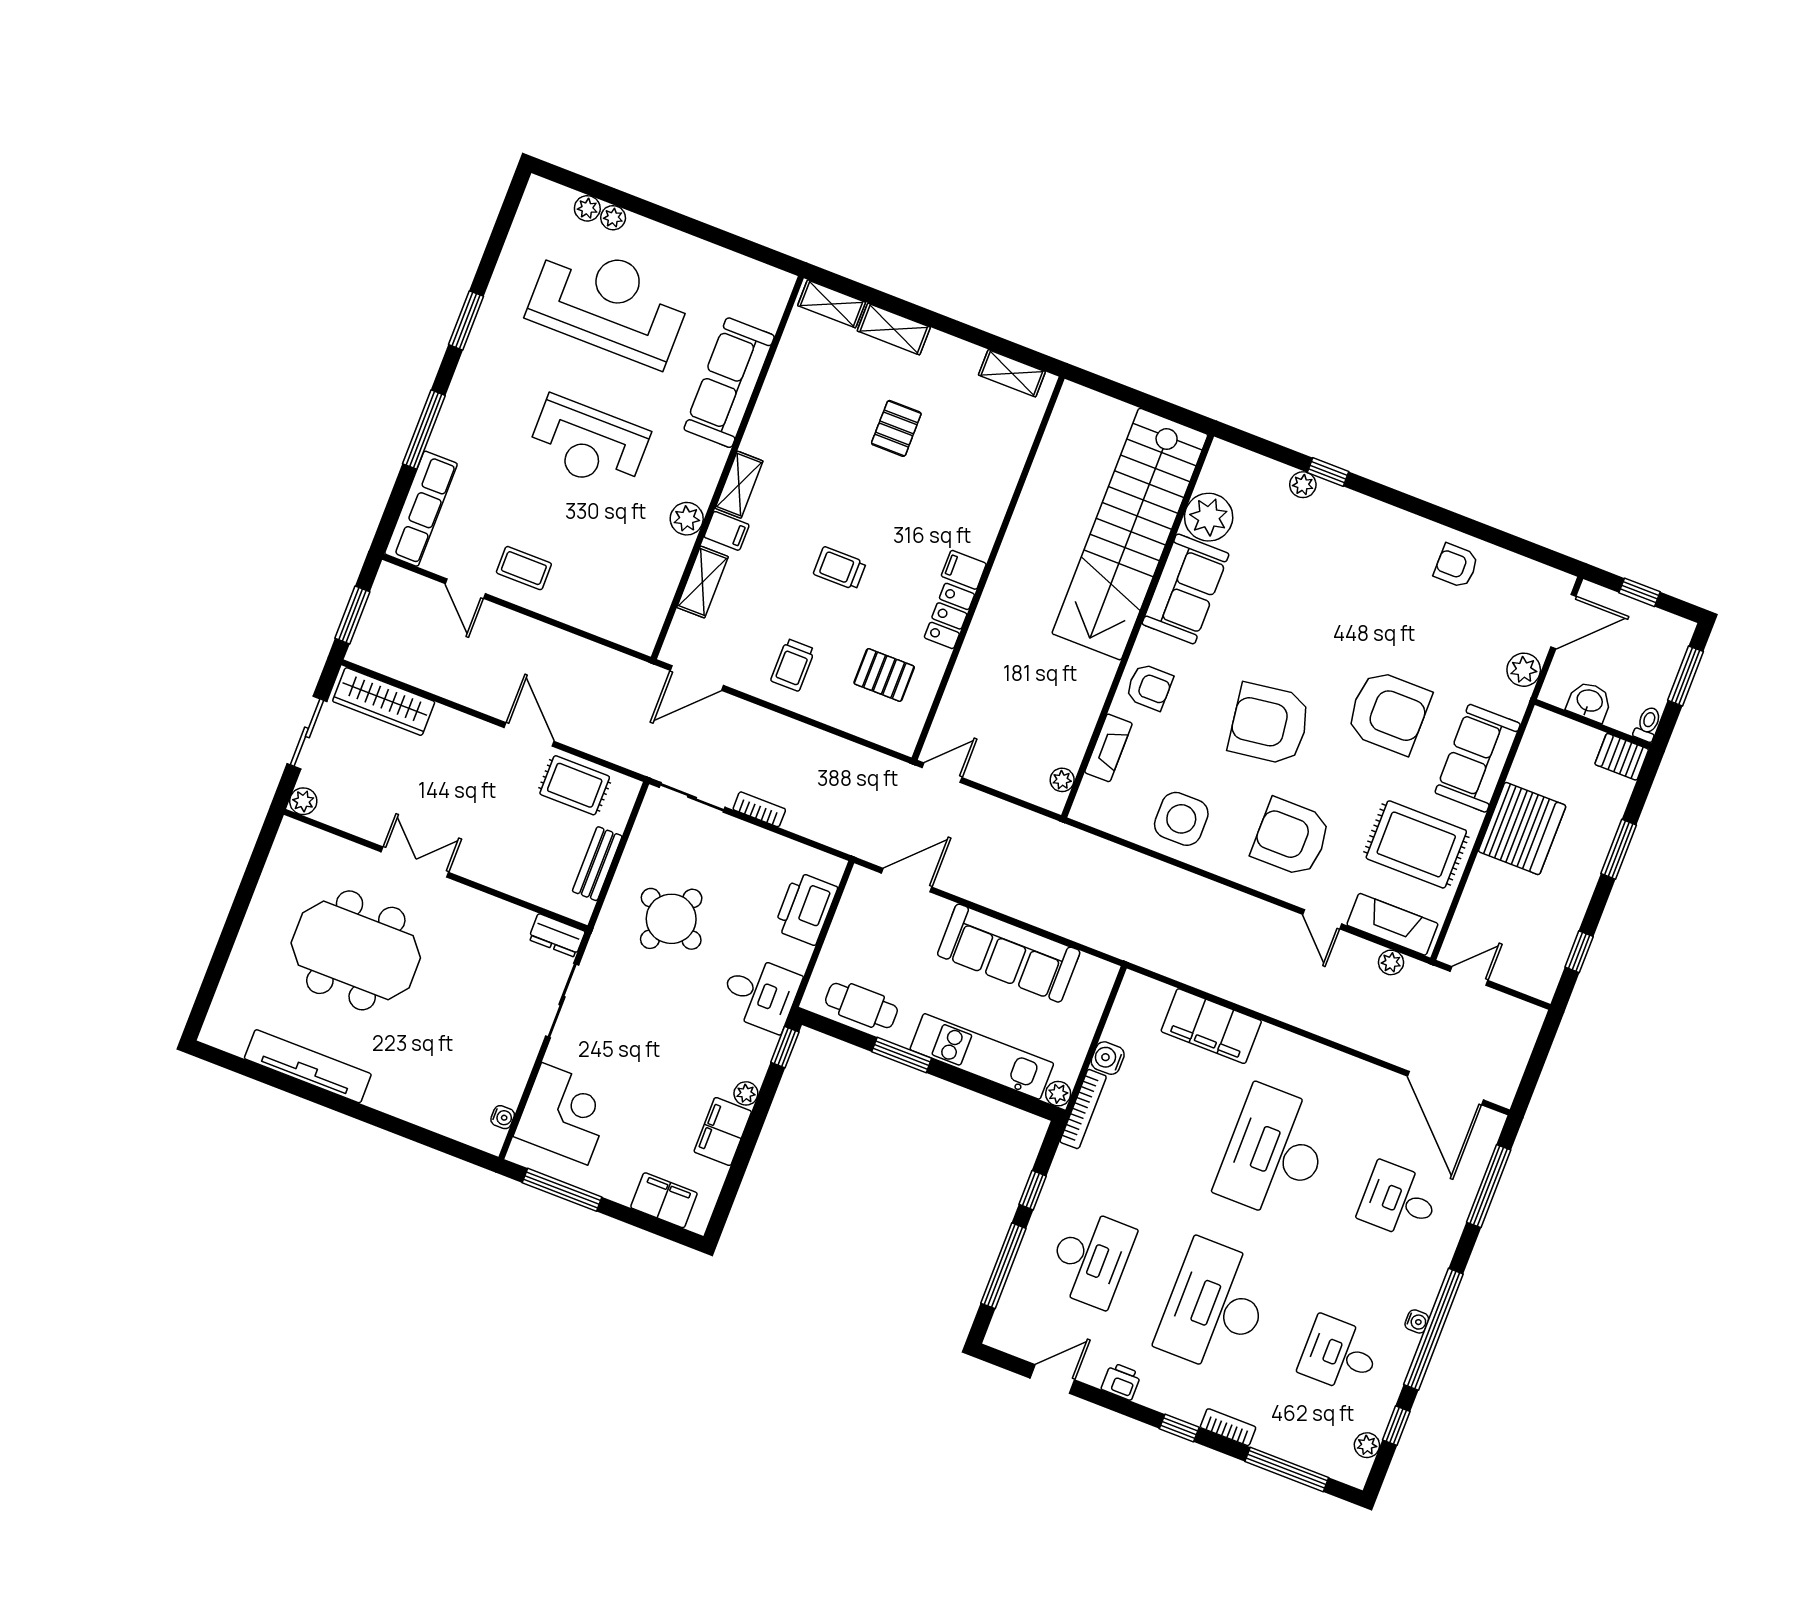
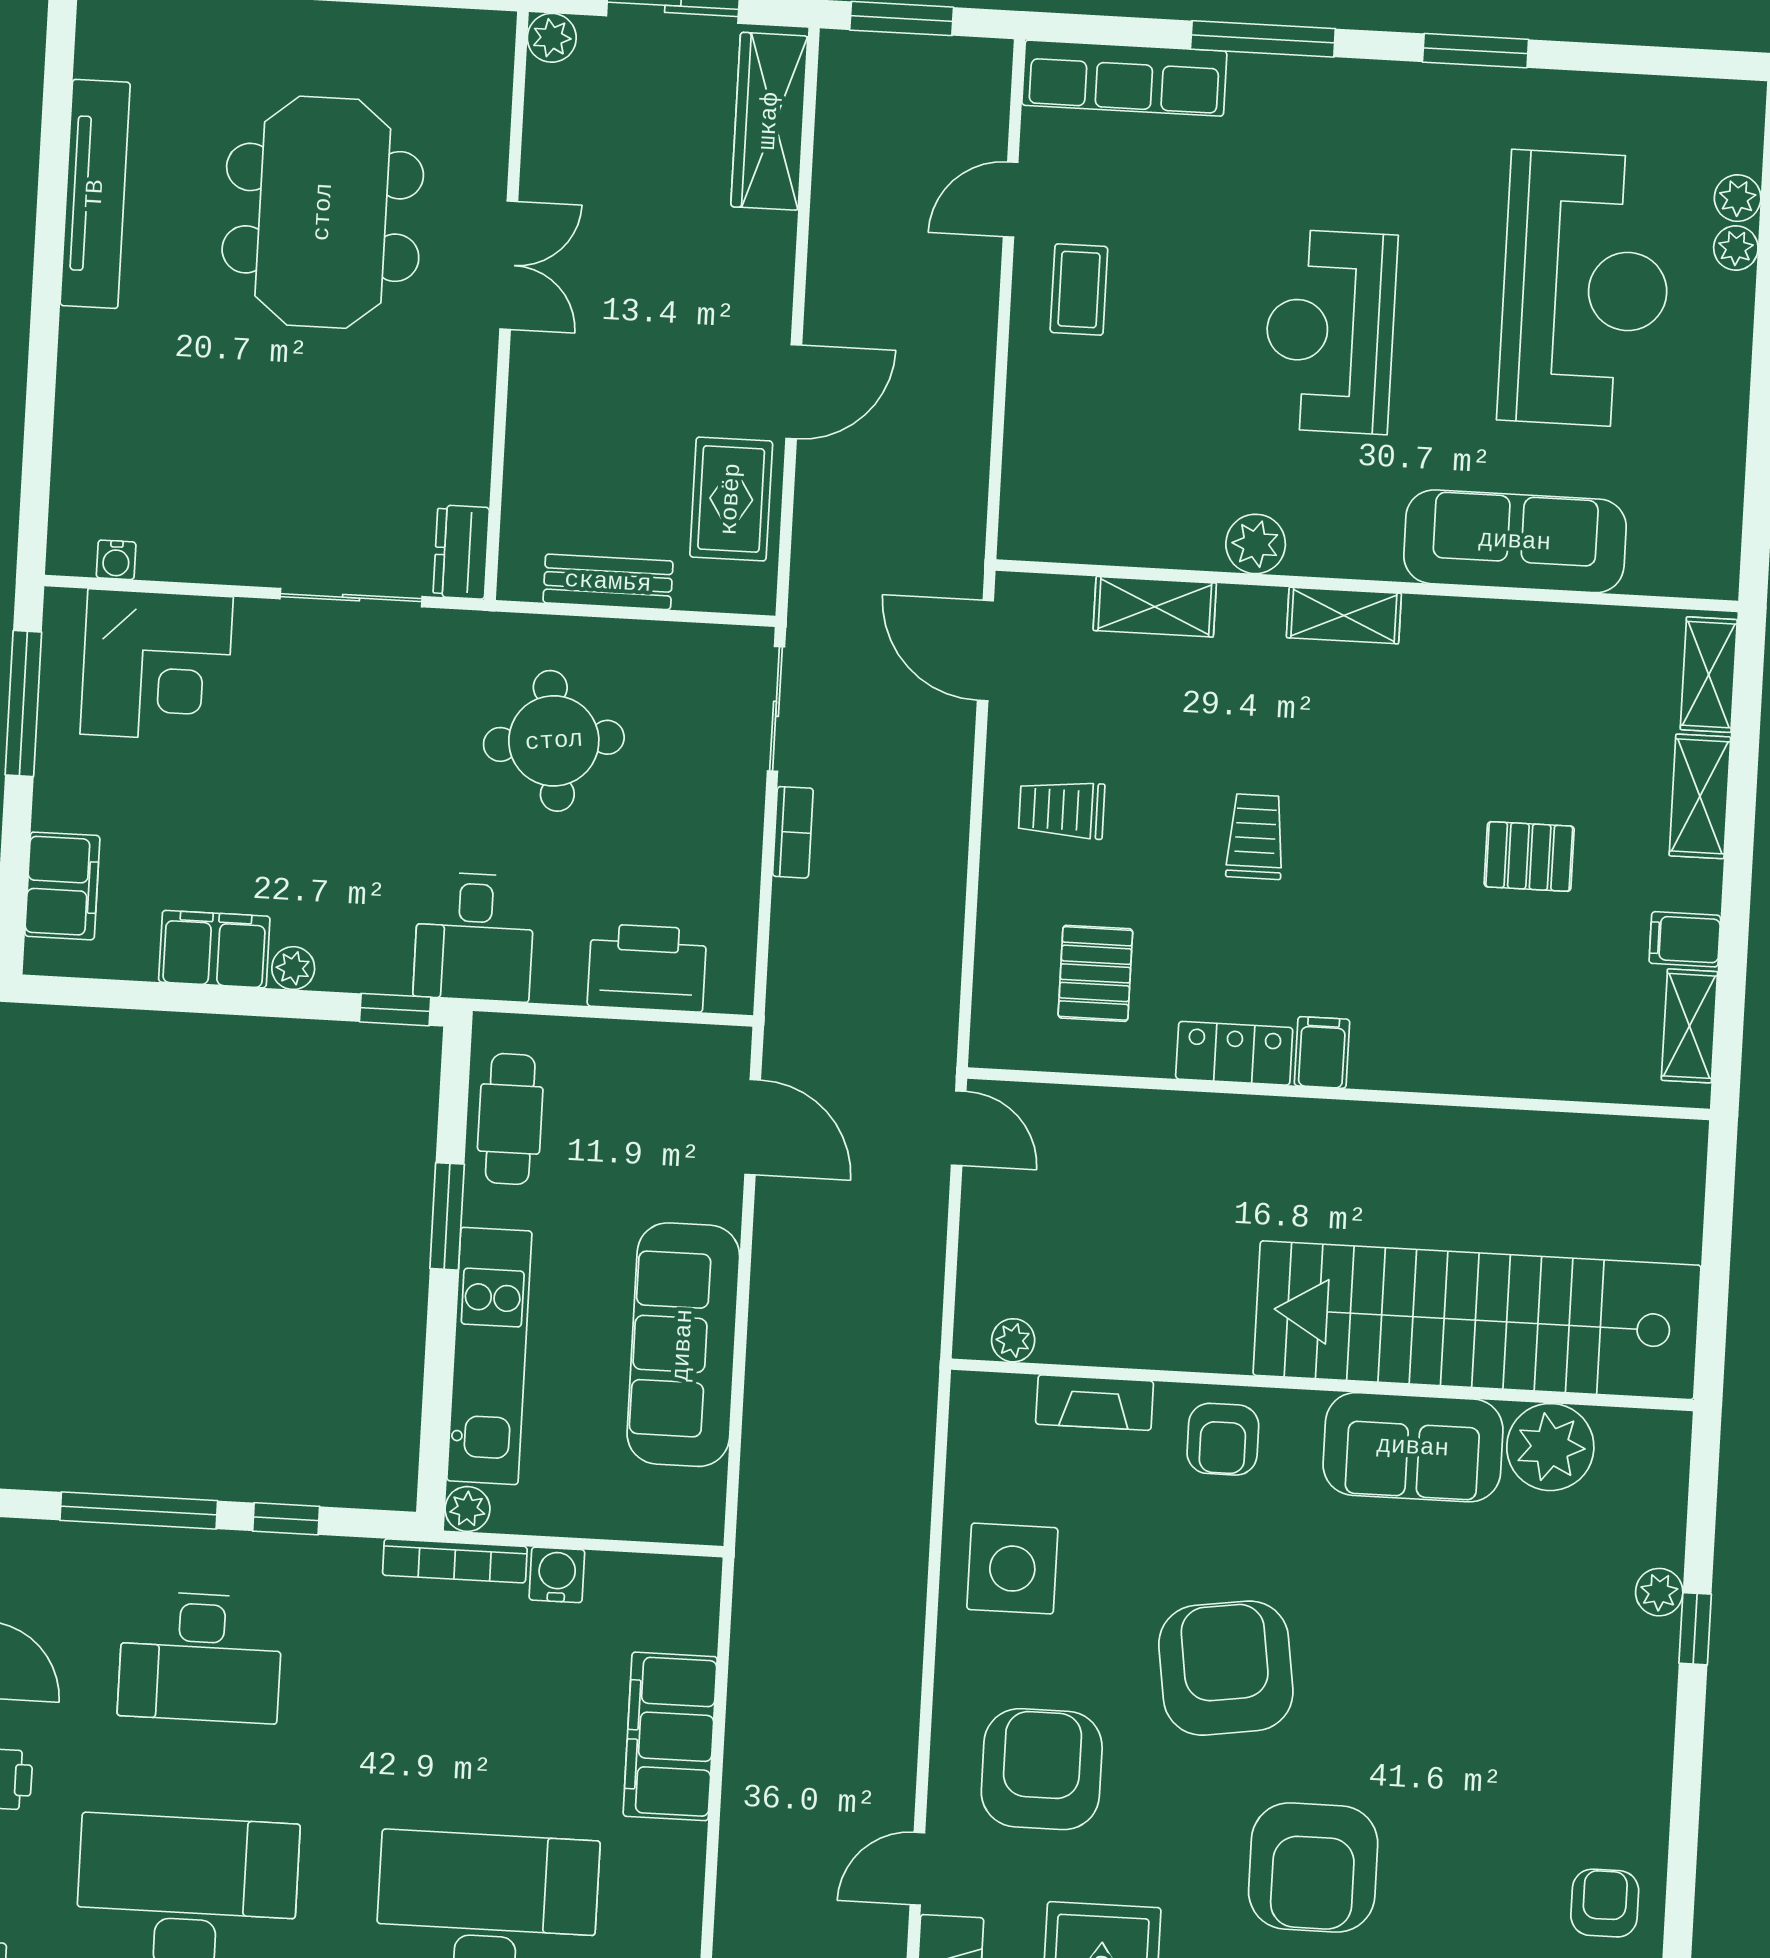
filing cabinet: (727, 531) -> (1685, 939), moved, turned 90
round table: (671, 919) -> (554, 741), turned -32

